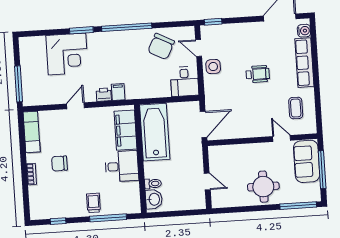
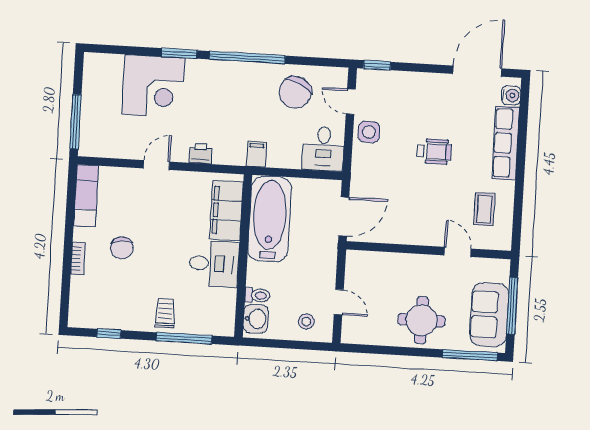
filing cabinet: (118, 92) -> (256, 154), moved
sofa: (307, 161) -> (489, 315), moved
chair: (59, 163) -> (122, 248), turned -96
stool: (187, 197) -> (306, 322), added

